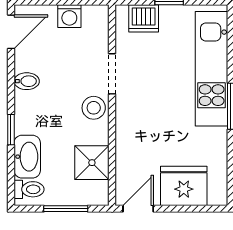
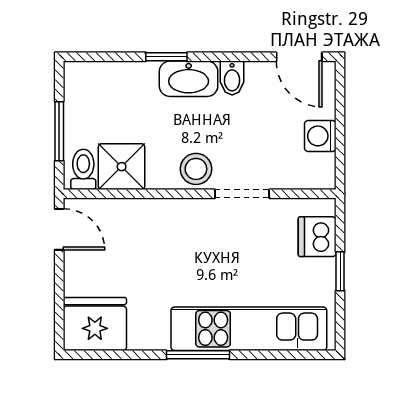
washbasin: (27, 157) -> (189, 79), moved
fridge: (184, 186) -> (95, 324), moved, turned -90
toilet: (29, 189) -> (83, 169), moved, turned 180

